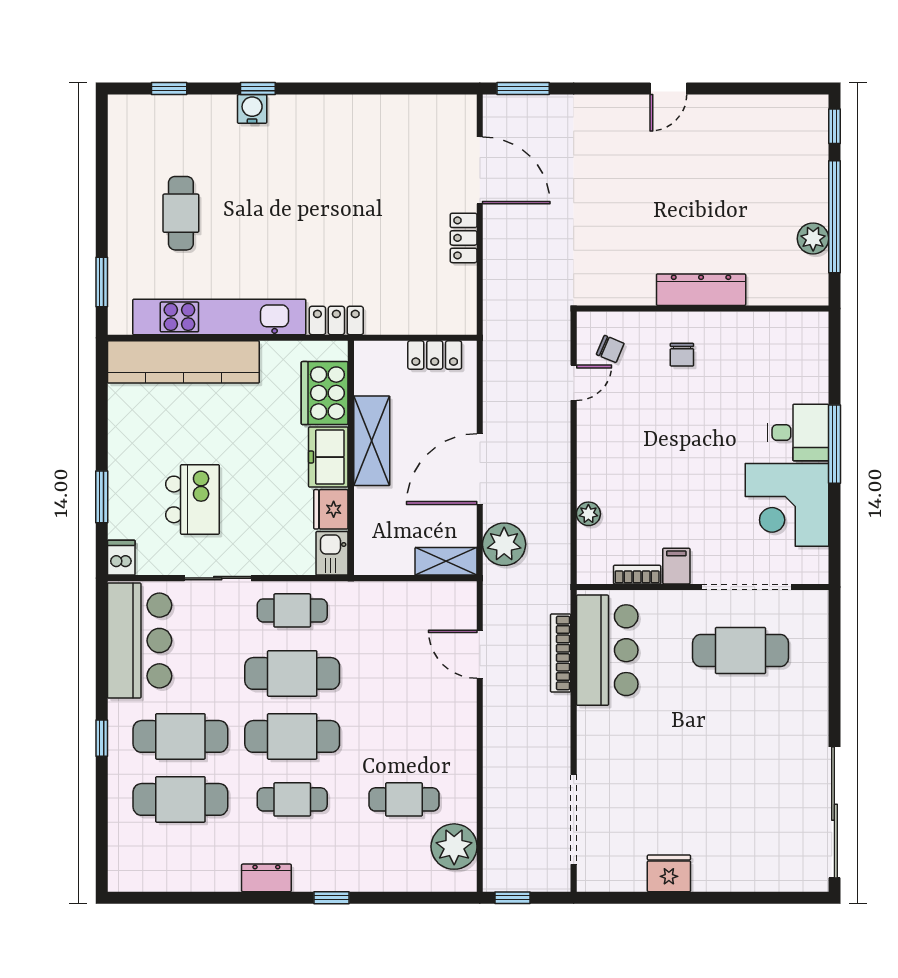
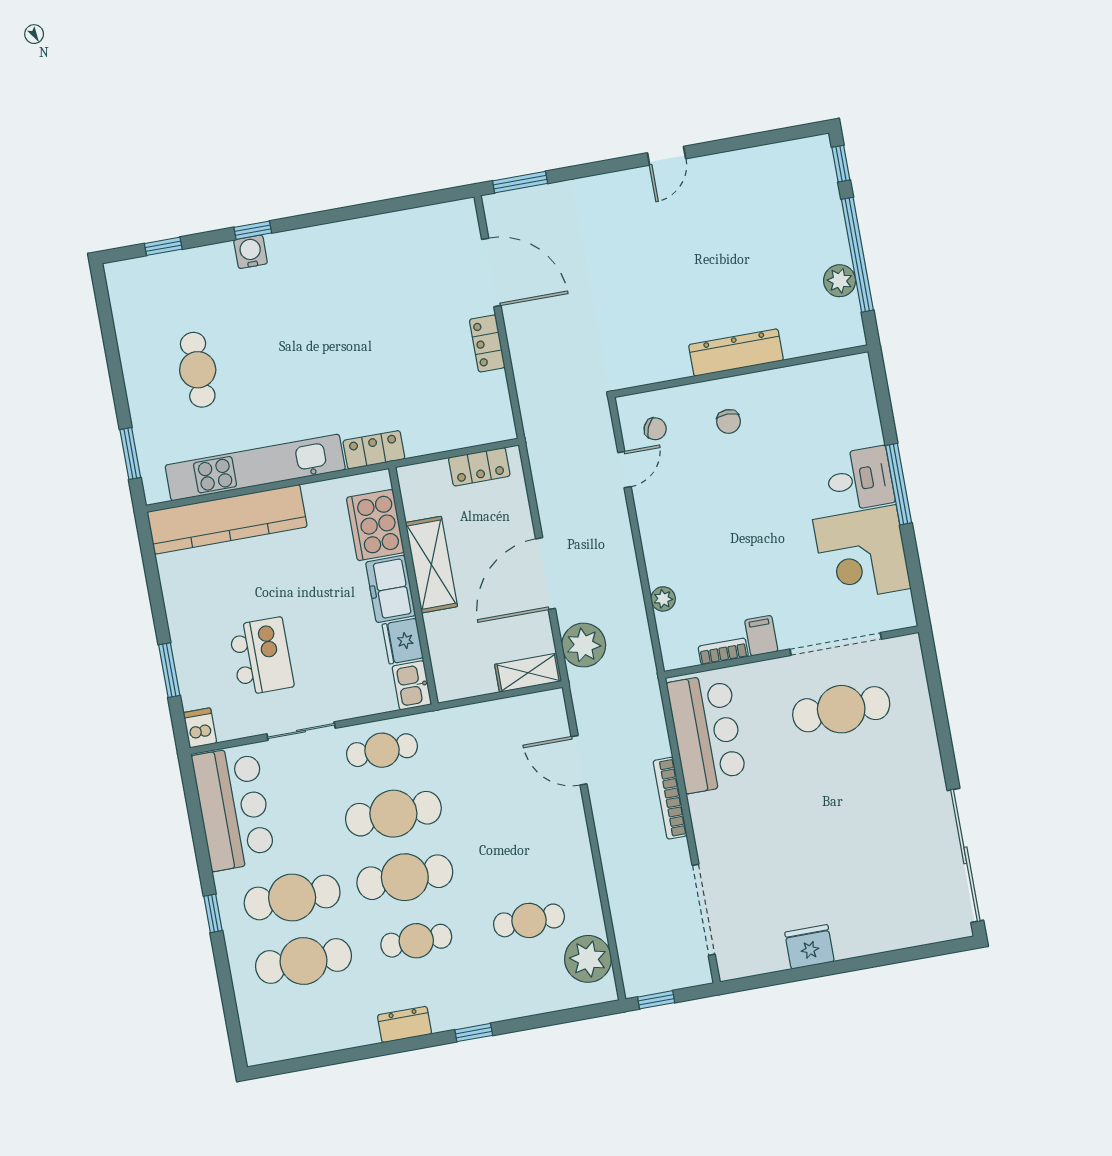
bookcase: (561, 653) -> (670, 798), moved

